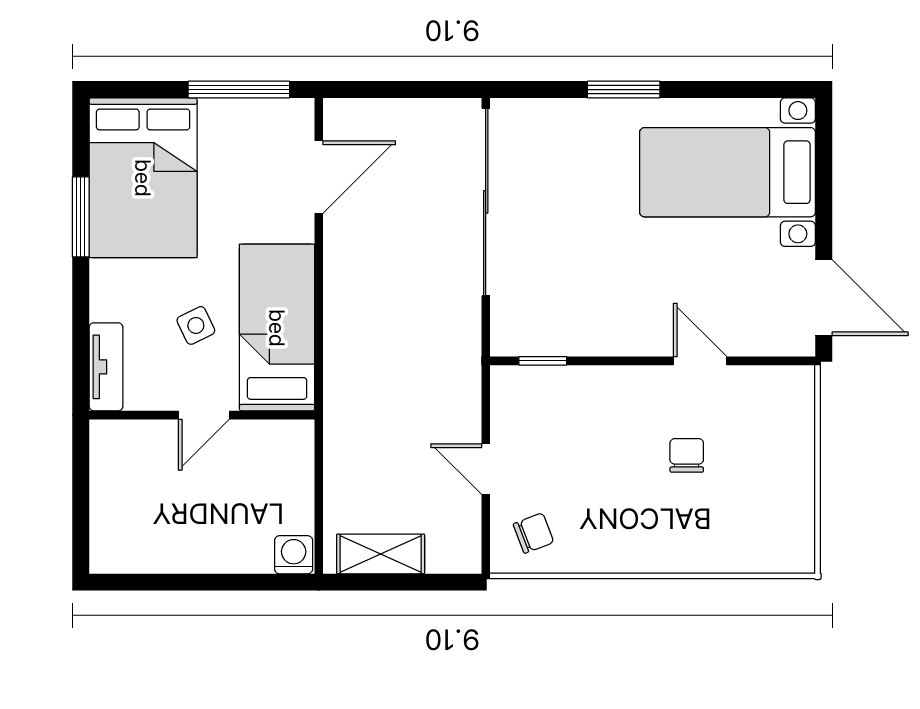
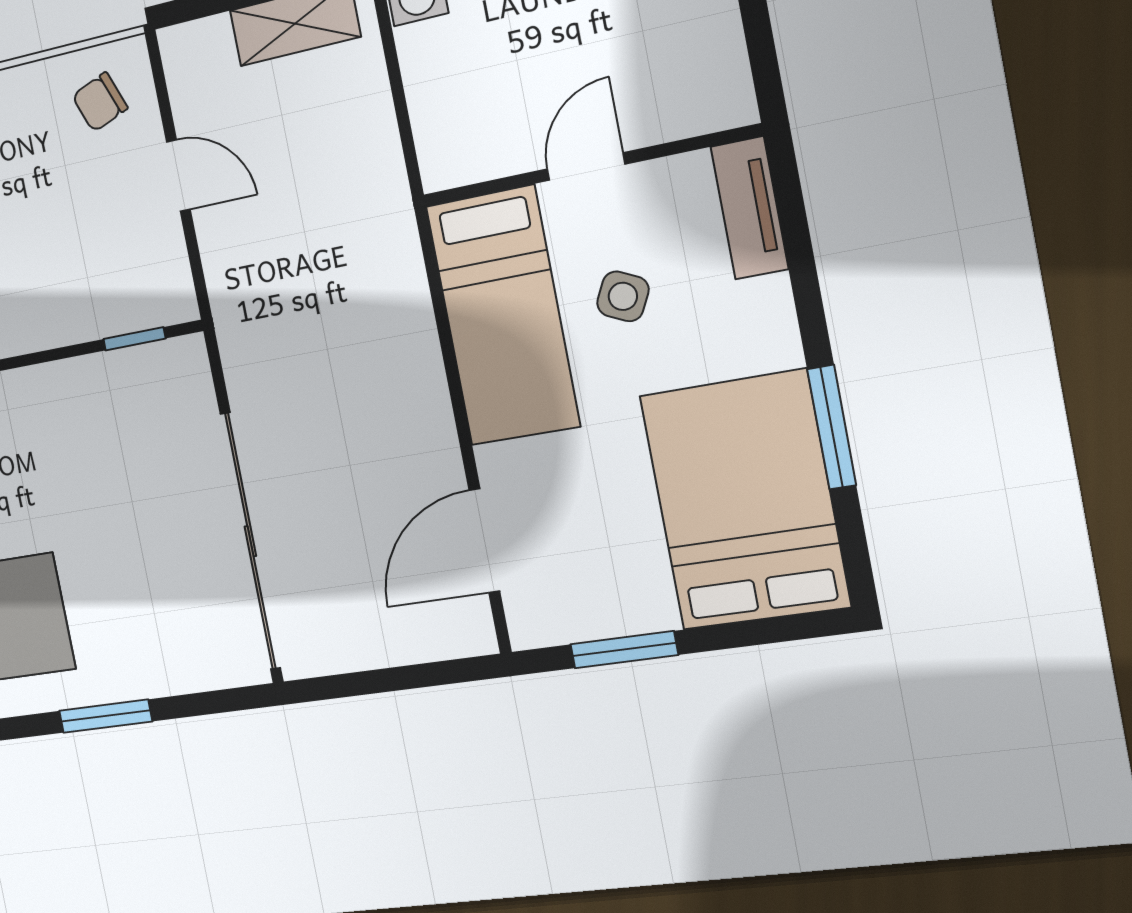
window: (239, 90) -> (624, 650), width x0.69
side table: (196, 325) -> (623, 296), turned -38

